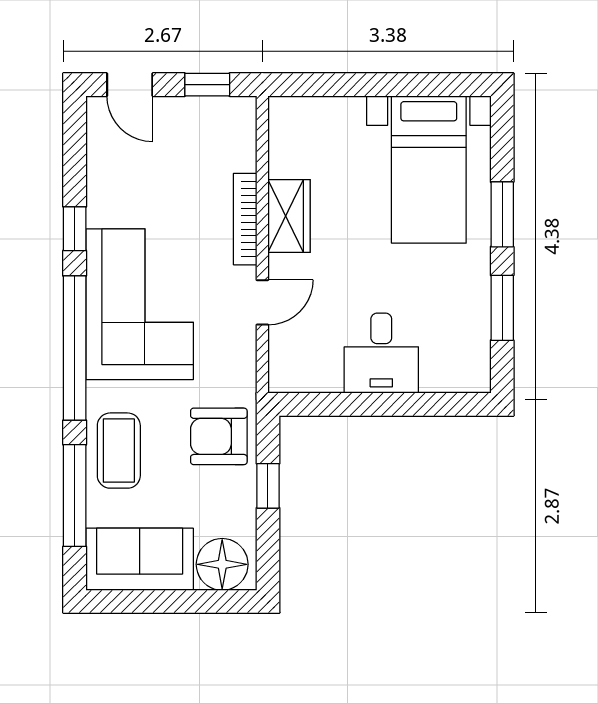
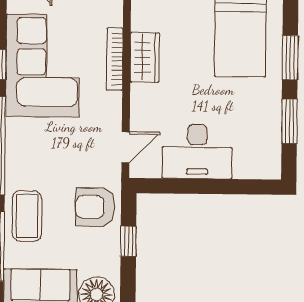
door: (262, 302) -> (126, 147), moved
corner sofa: (140, 304) -> (43, 65), moved
desk: (381, 353) -> (197, 151), width x1.37

